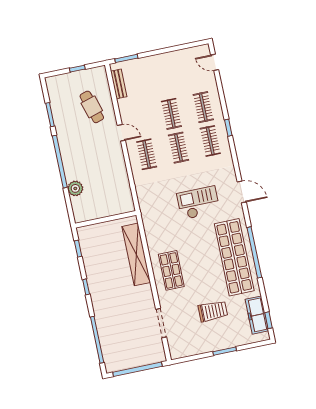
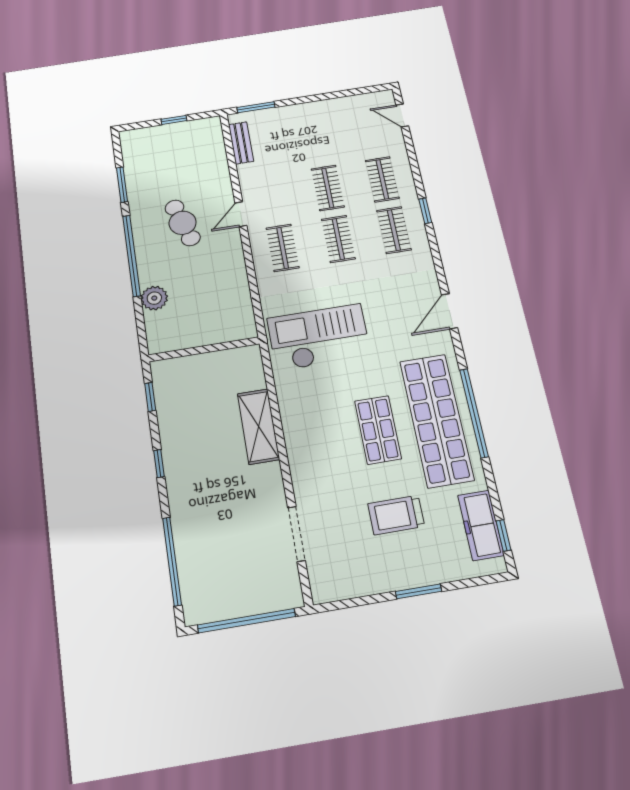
cafe table: (92, 107) -> (183, 223), moved
door: (121, 133) -> (241, 214), swing flipped
door: (242, 192) -> (449, 311), swing flipped
checkout: (198, 203) -> (319, 337), moved, width x1.36, depth x1.21
shelving: (136, 254) -> (258, 426), width x0.68
shop shelf: (171, 270) -> (378, 430), moved
trolley: (213, 311) -> (396, 515), turned 180

